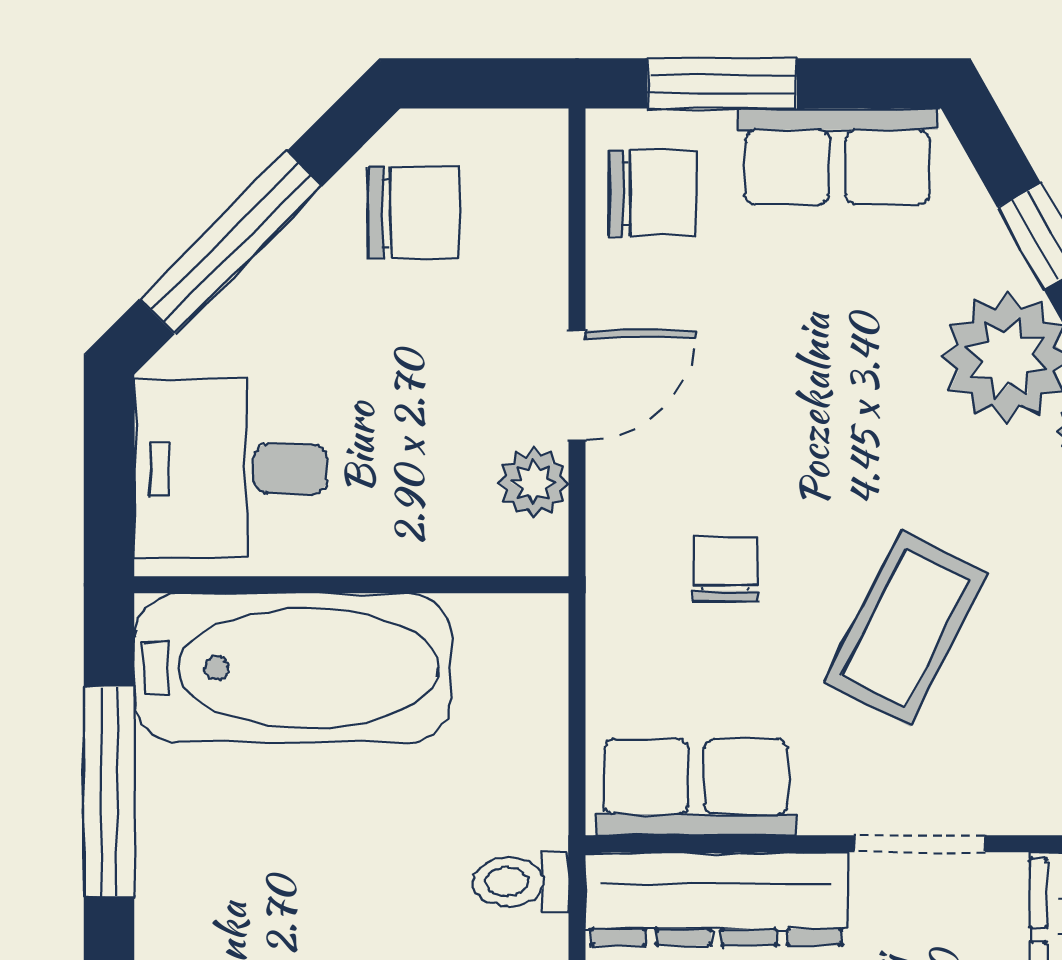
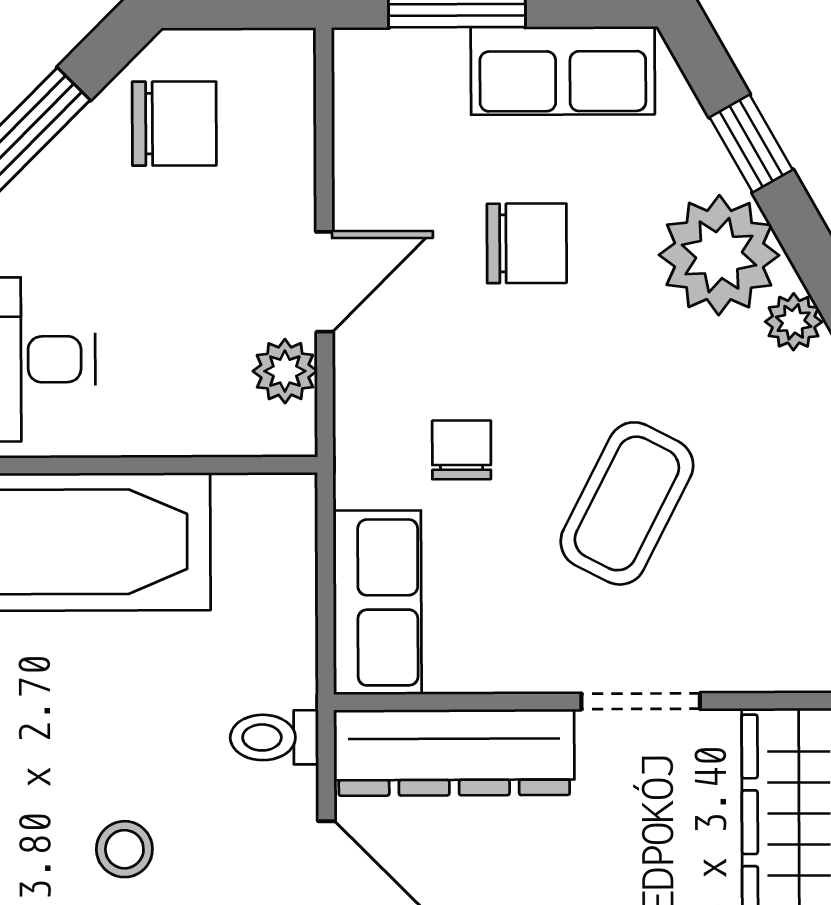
chair: (652, 193) -> (527, 243), moved
row of seats: (696, 788) -> (377, 602), moved, turned 90

